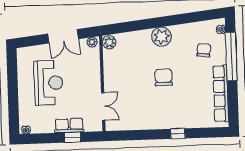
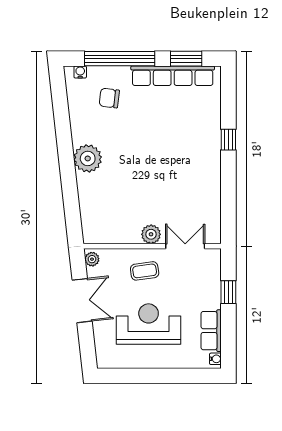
plant: (109, 42) -> (151, 234), moved
chair: (164, 77) -> (146, 157), removed
coffee table: (85, 79) -> (145, 271), added
window: (233, 102) -> (186, 59), added
row of seats: (69, 125) -> (211, 331), moved

